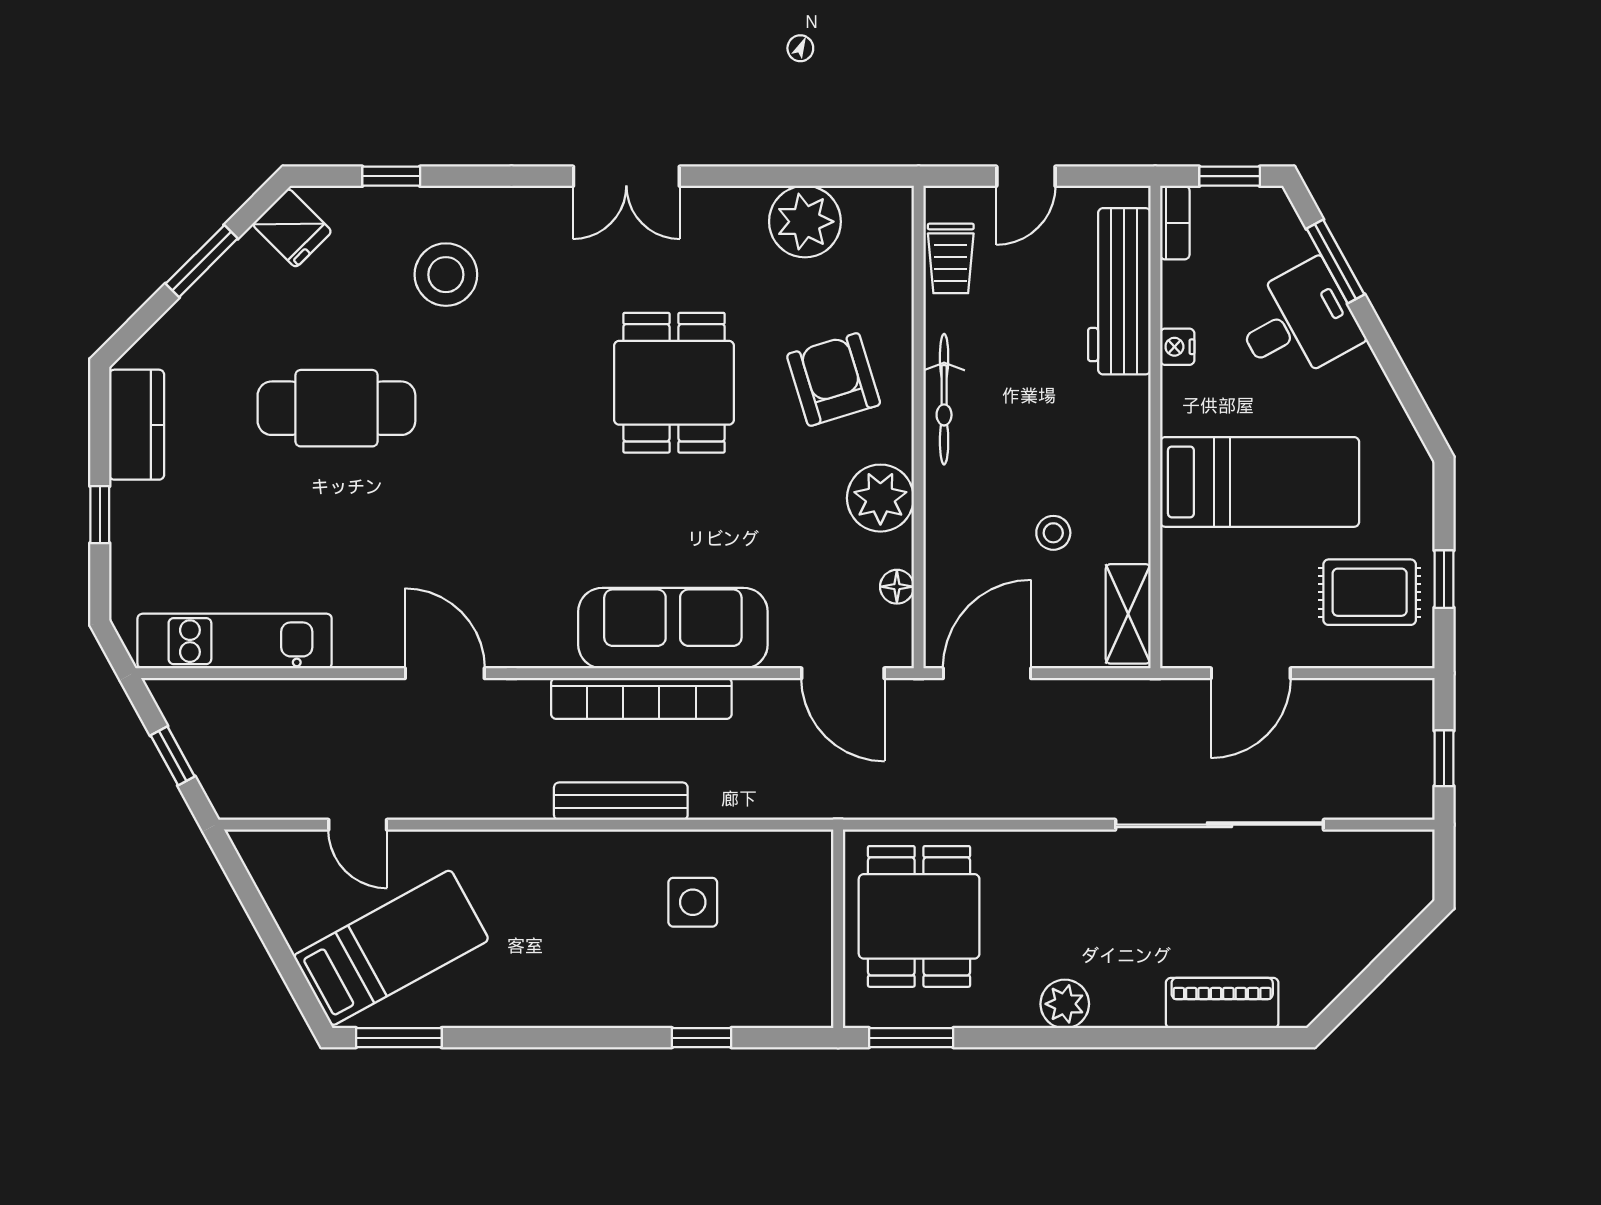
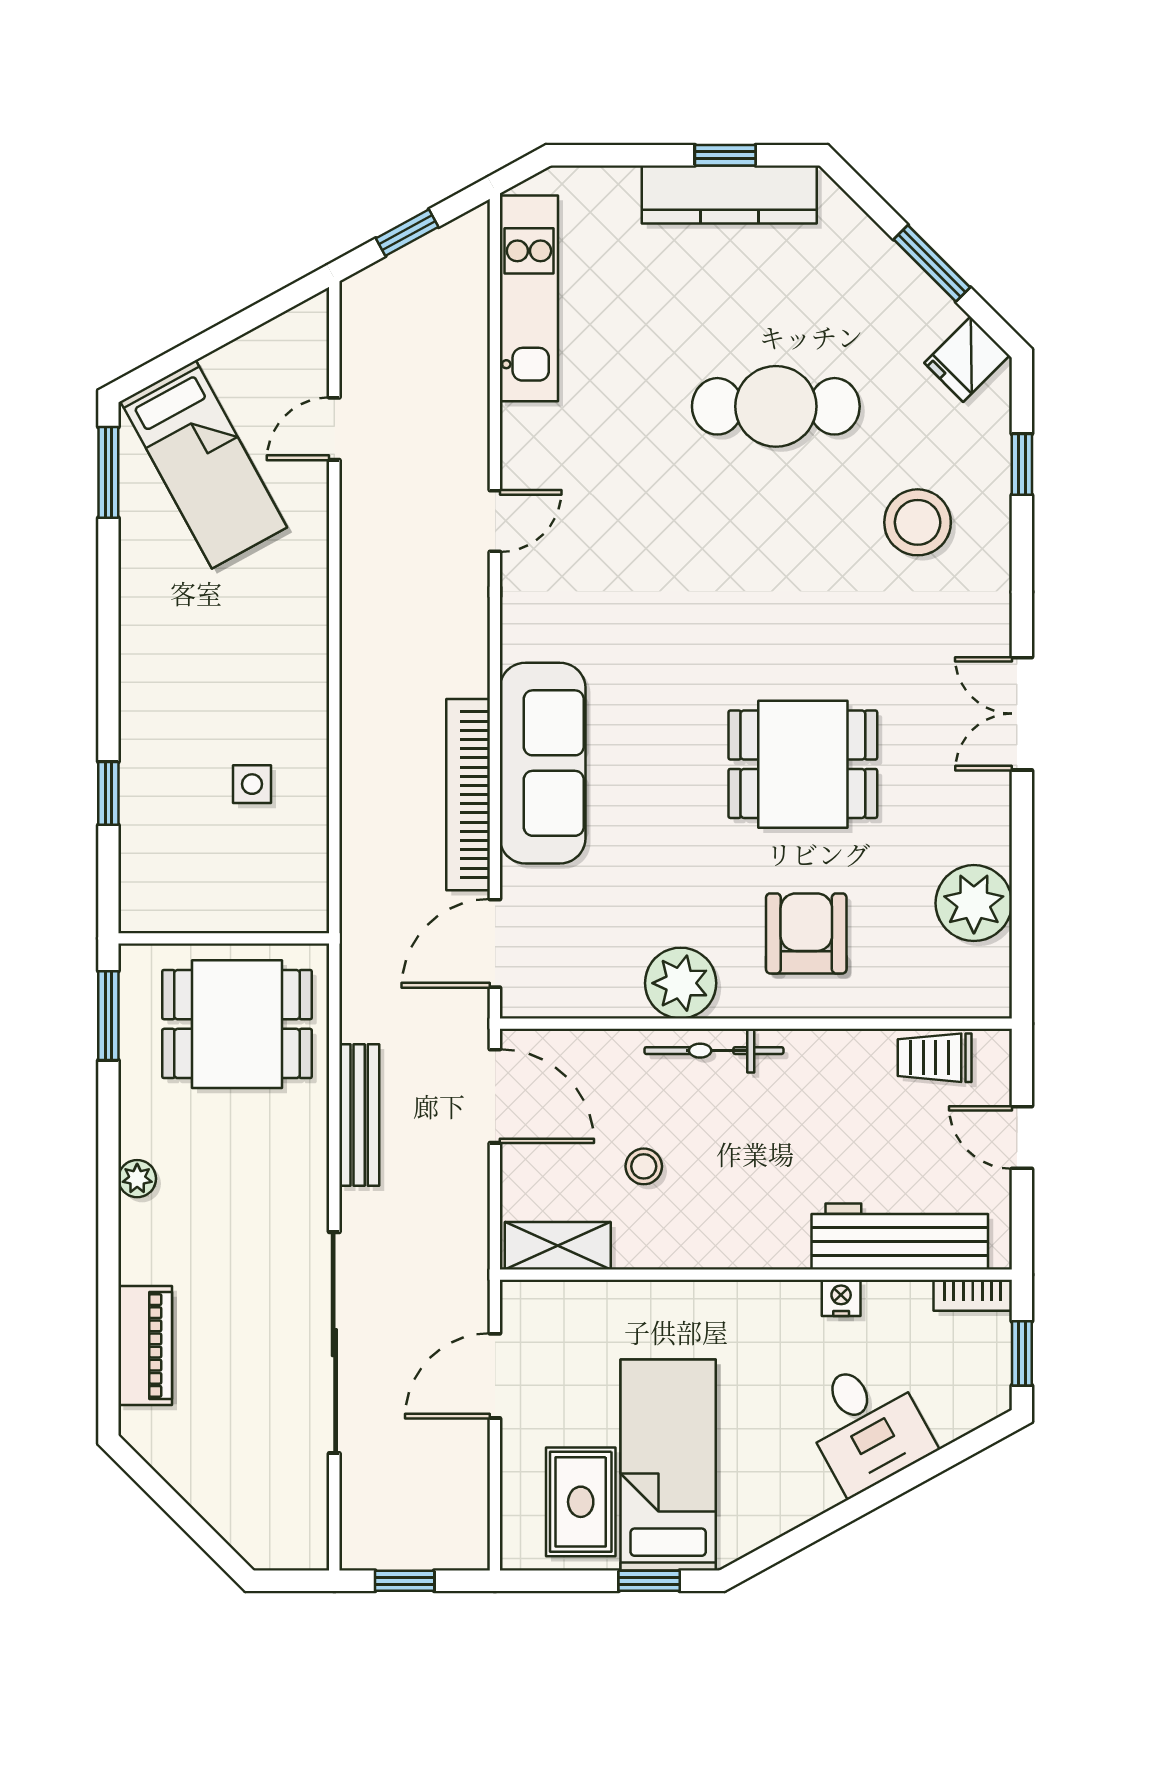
window: (1335, 261) -> (931, 1466), removed
armchair: (834, 380) -> (806, 933), turned -73
bicycle: (944, 399) -> (714, 1051), moved
cafe table: (336, 408) -> (776, 406), turned 90
kitchen counter: (137, 425) -> (729, 194), width x1.50
bed: (1260, 482) -> (668, 1465), moved, turned 180
window: (100, 515) -> (725, 155), moved
window: (1444, 579) -> (649, 1581), moved
floor lamp: (897, 587) -> (587, 1001), removed
door: (445, 673) -> (495, 521), width x0.73
door: (1251, 673) -> (495, 1376), hinge flipped
bookcase: (641, 698) -> (468, 795), moved
bench: (621, 801) -> (359, 1115), moved
side table: (693, 902) -> (252, 784), width x0.73, depth x0.73
plant: (1065, 1004) -> (137, 1179), width x0.73, depth x0.73

